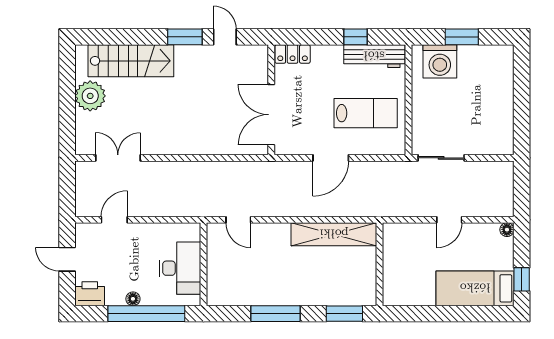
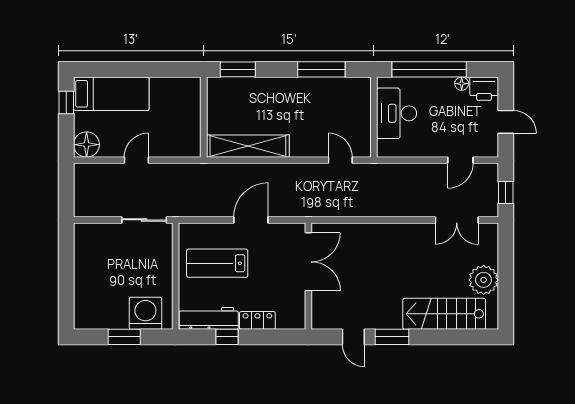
locker: (293, 54) -> (257, 320), moved
window: (67, 186) -> (506, 193), added
floor lamp: (507, 230) -> (87, 145), width x1.89, depth x1.89
floor lamp: (133, 299) -> (462, 84), moved
window: (276, 314) -> (321, 69), moved

